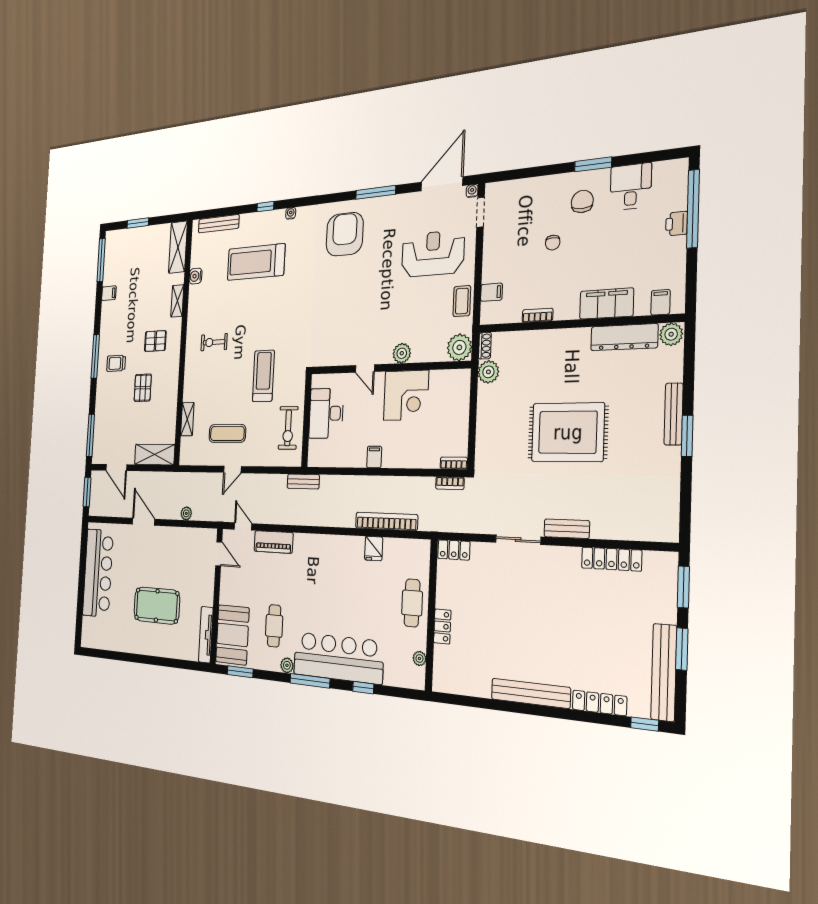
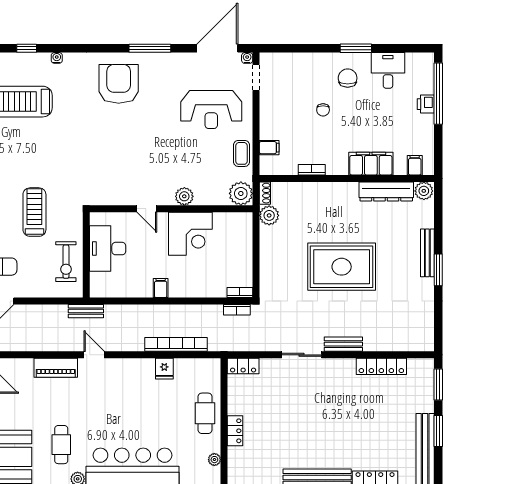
reception desk: (433, 254) -> (211, 110), turned 180
door: (243, 526) -> (94, 355), moved

